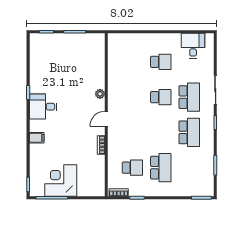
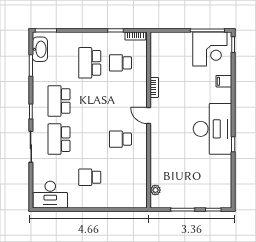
desk: (193, 46) -> (50, 195), width x1.37
plant: (100, 94) -> (155, 190), moved
school desk: (161, 97) -> (120, 139), moved
desk: (43, 107) -> (213, 129), width x1.87, depth x1.30
door: (106, 119) -> (149, 116), swing flipped
filing cabinet: (37, 138) -> (224, 81), moved
corner desk: (61, 180) -> (210, 49), moved
washbasin: (207, 180) -> (40, 49), added

